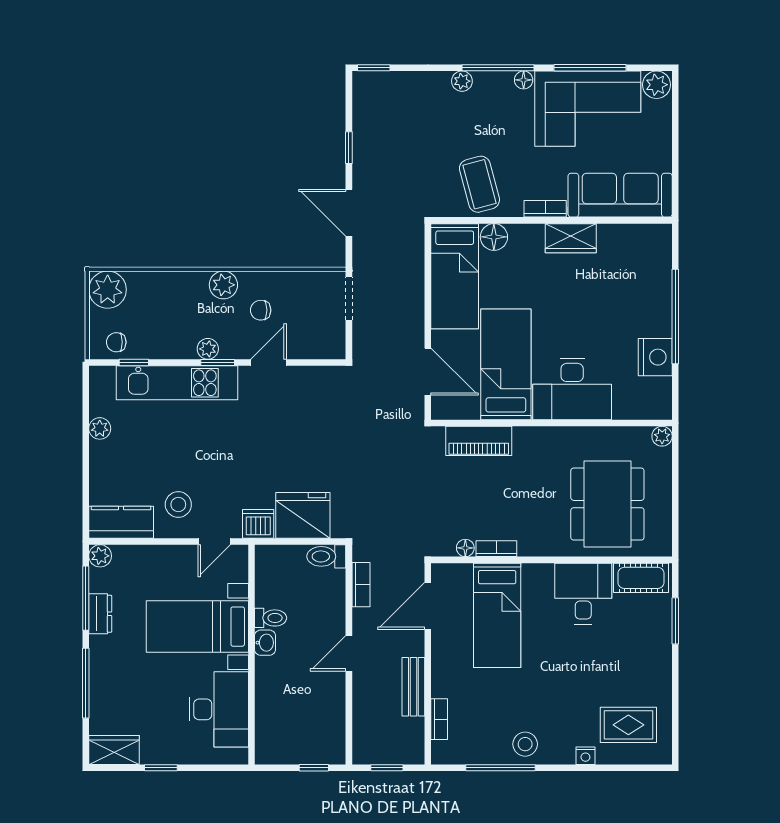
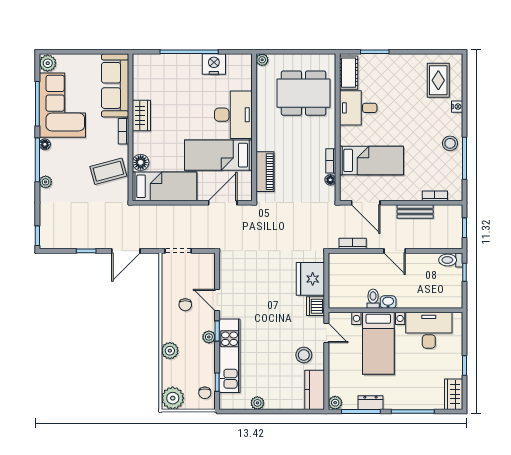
plant: (223, 285) -> (170, 351), moved
toilet: (326, 556) -> (451, 260), moved, turned 90

